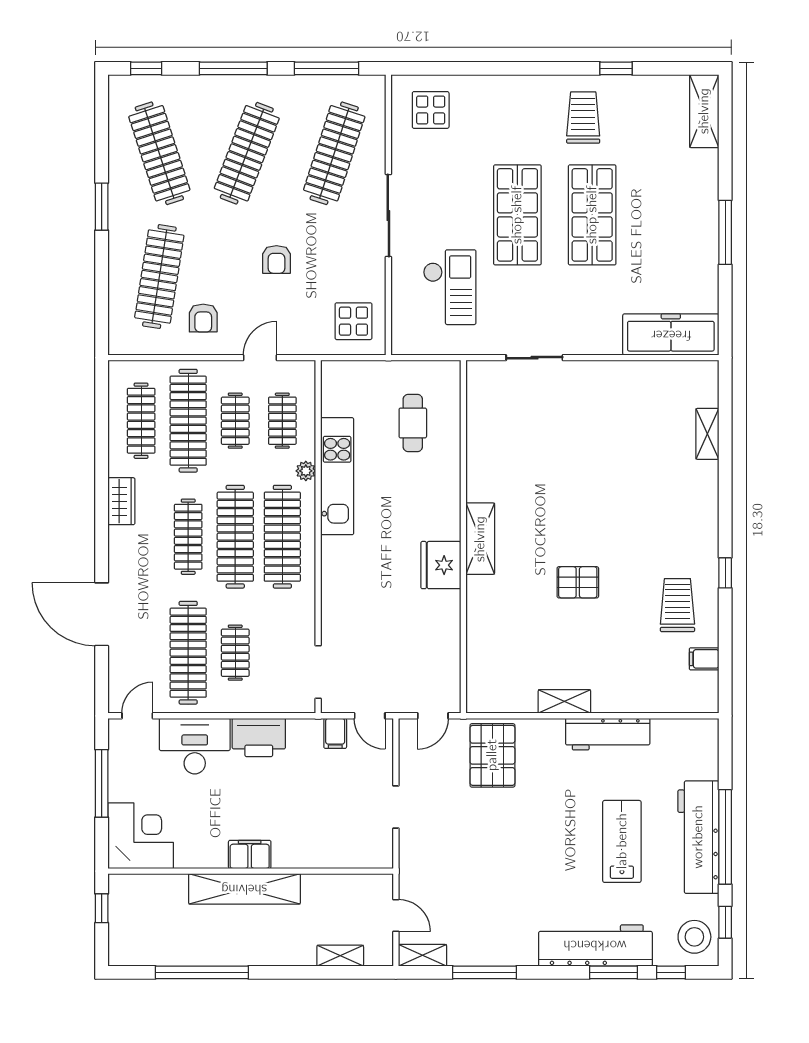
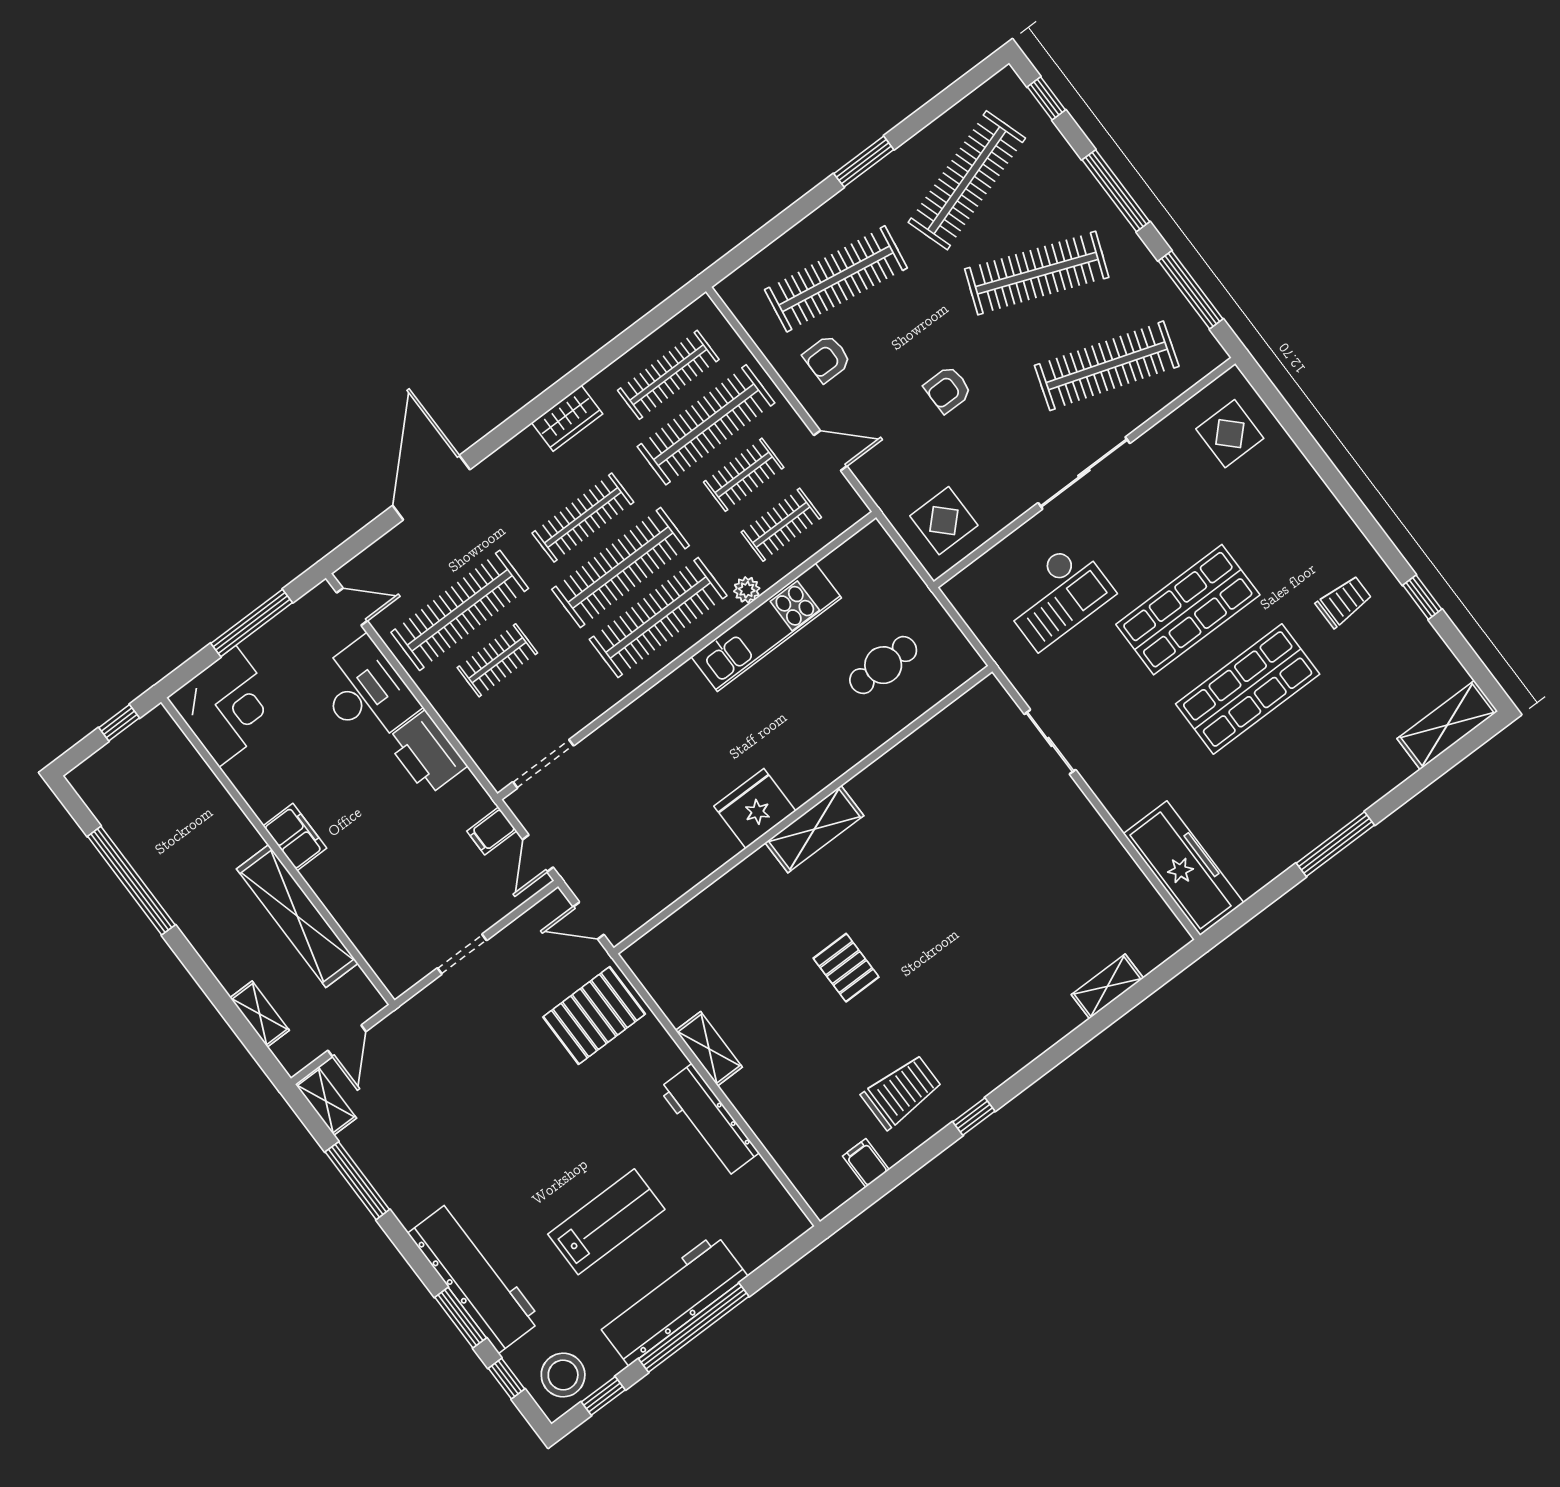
trolley: (583, 118) -> (1344, 602), width x0.73, depth x0.72
shelving: (244, 889) -> (297, 916), moved

